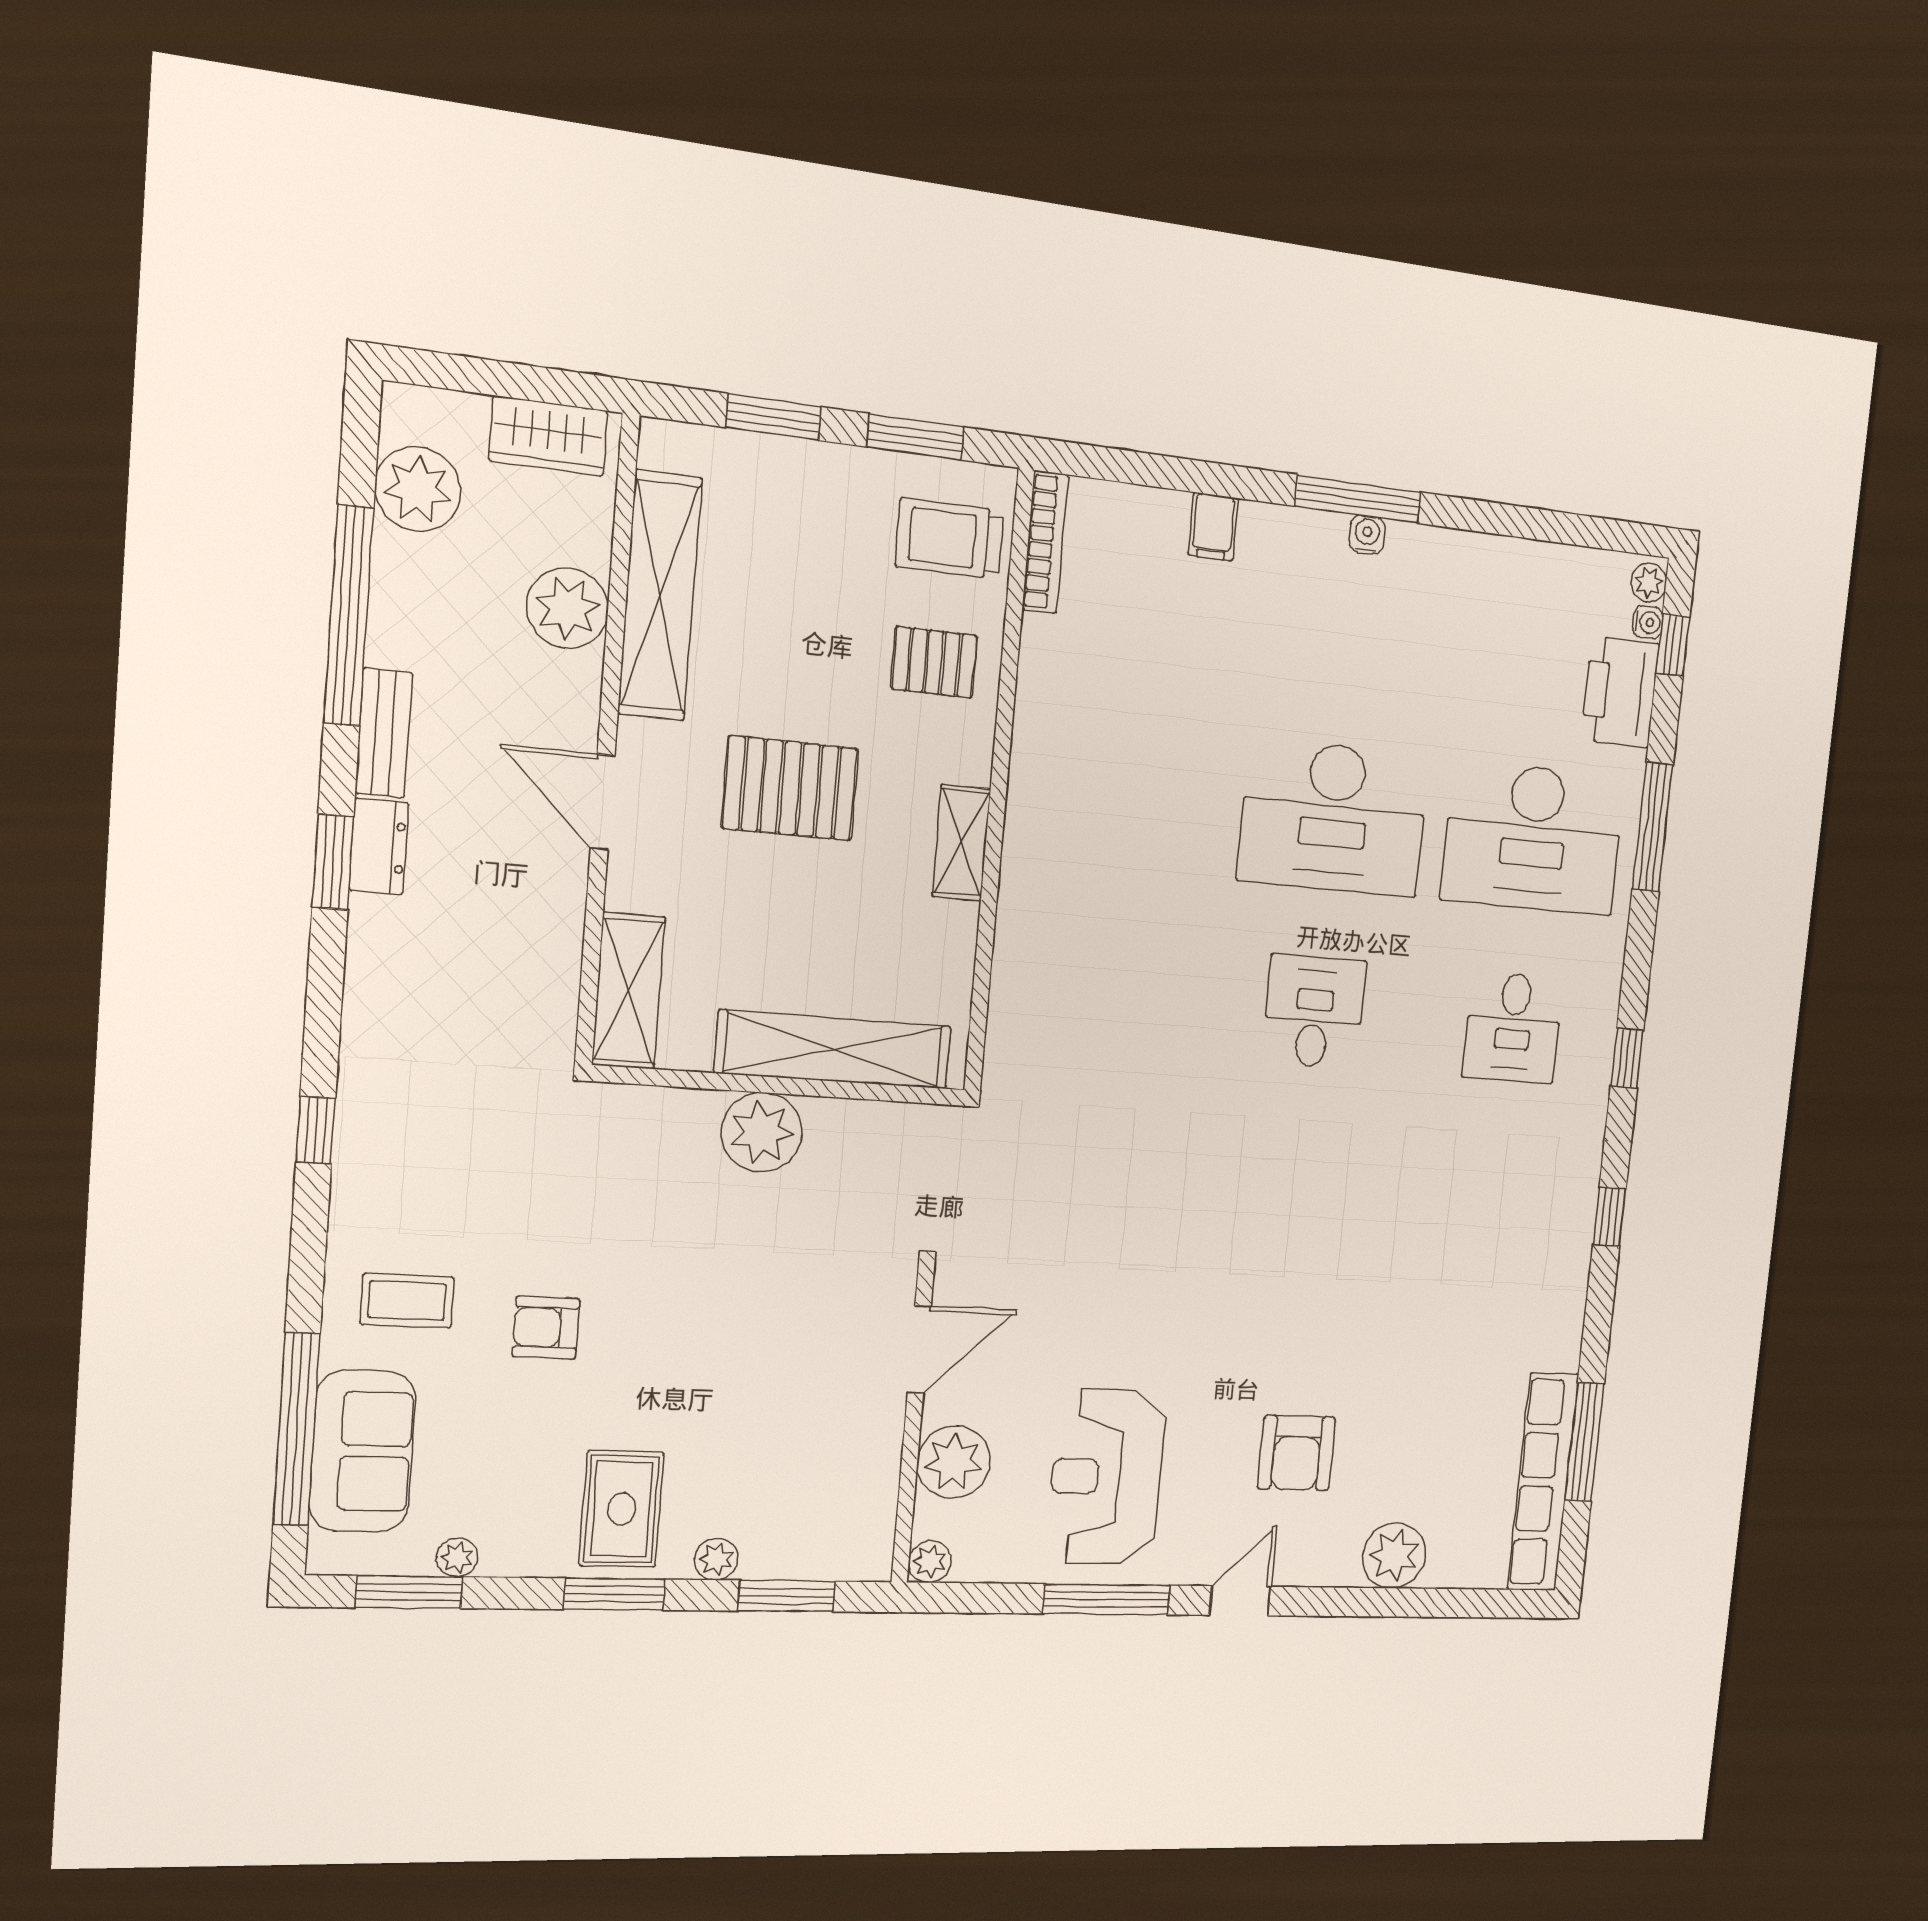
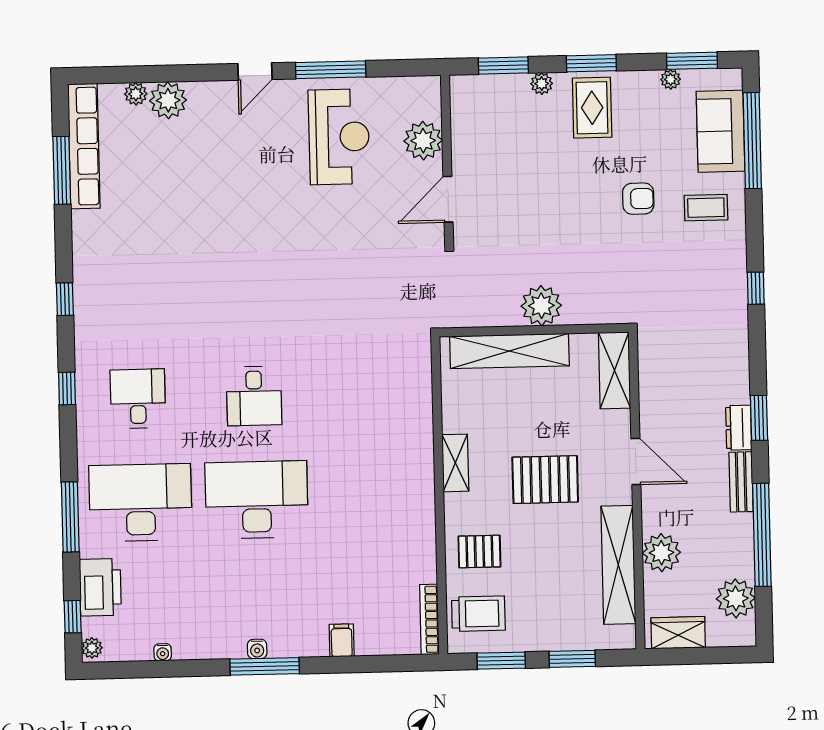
water cooler: (1648, 622) -> (163, 652), moved, turned -90
armchair: (1297, 1453) -> (233, 155), removed
plant: (930, 1562) -> (136, 94), moved

